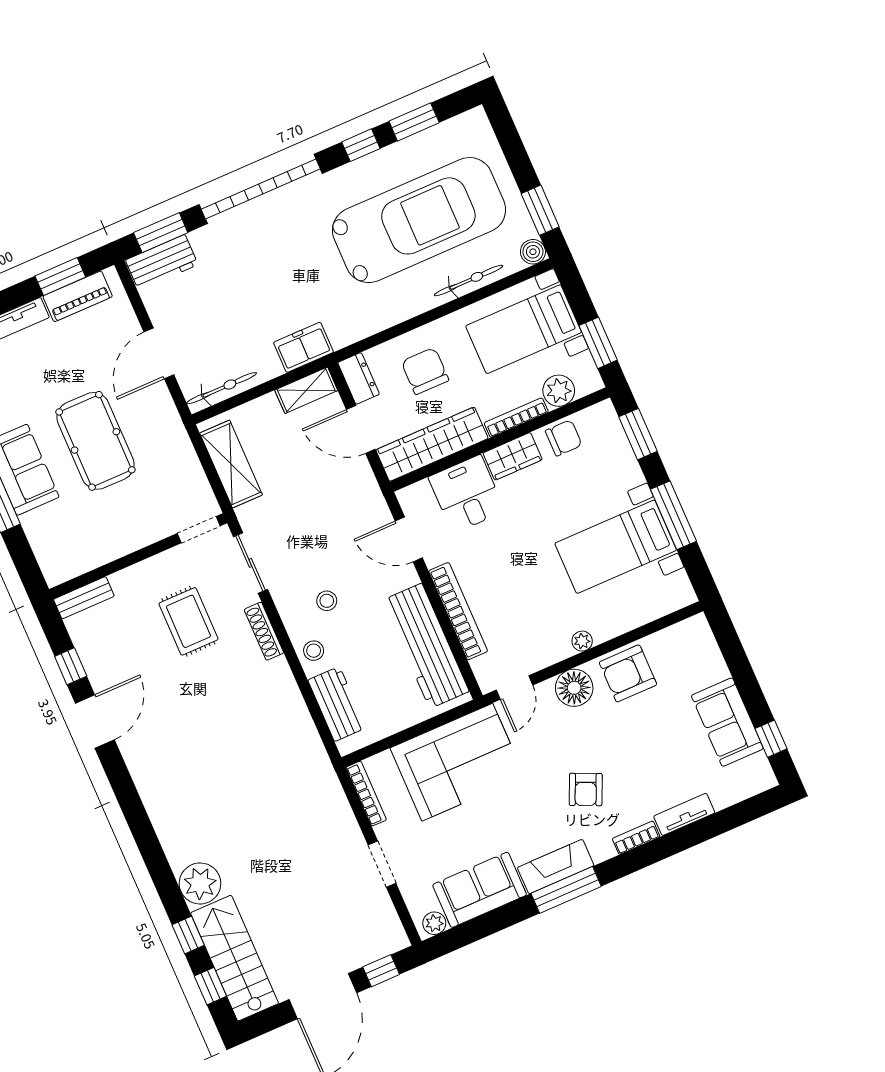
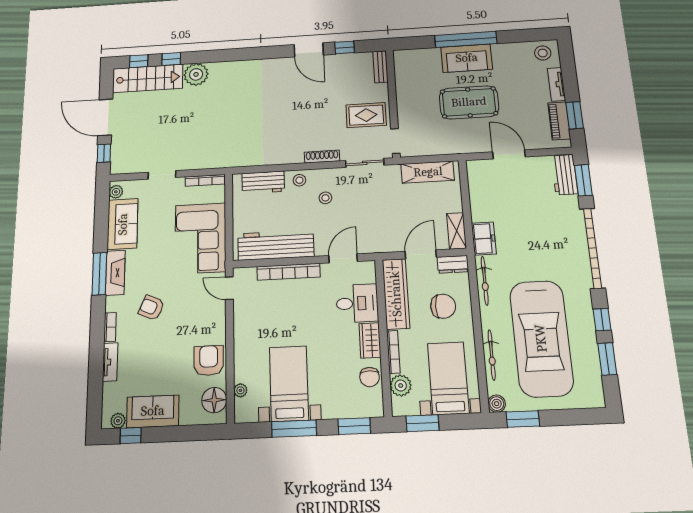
bicycle: (222, 388) -> (485, 281), moved
rug: (188, 621) -> (366, 115), moved
plant: (582, 641) -> (240, 390), moved
floor lamp: (574, 688) -> (214, 400), moved
plant: (759, 766) -> (118, 421), added

